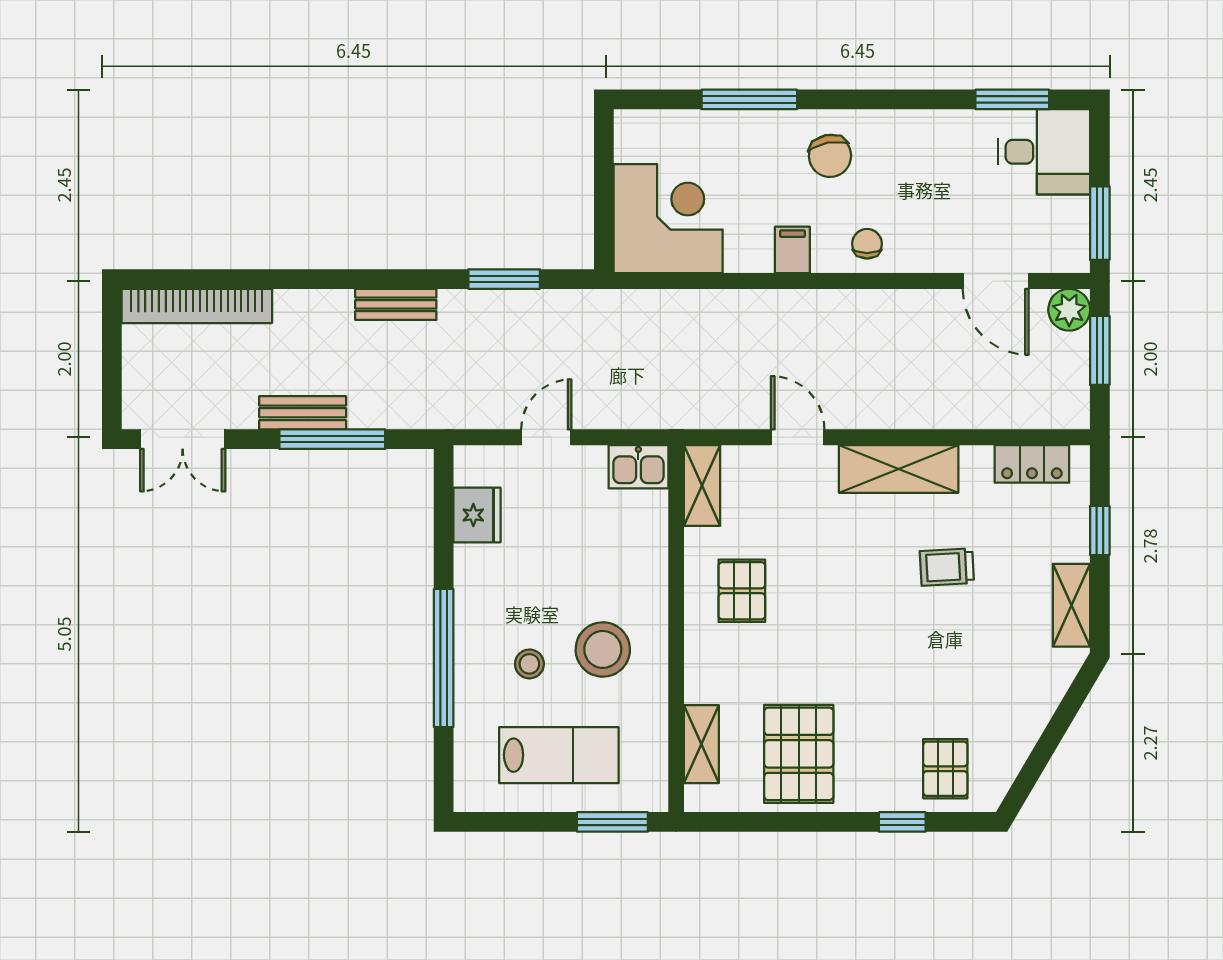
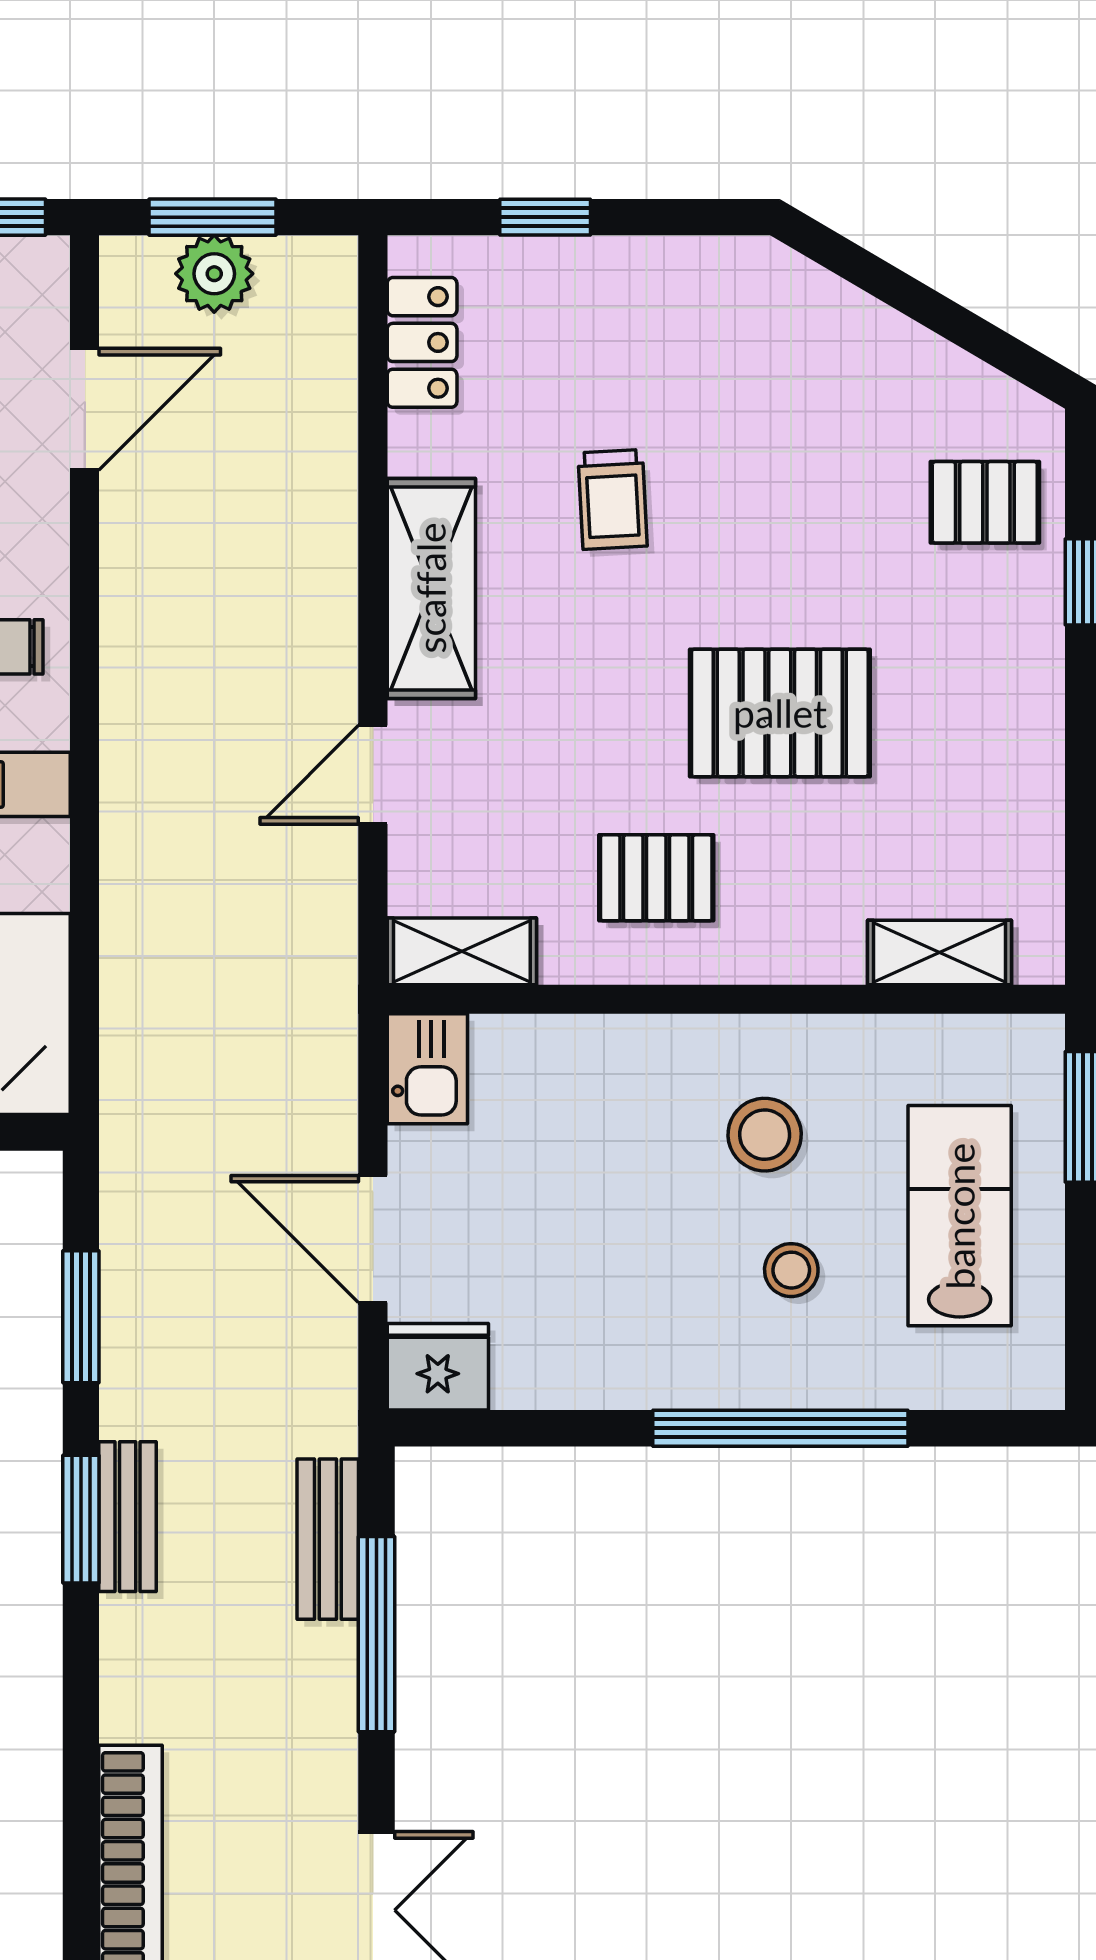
window: (394, 279) -> (81, 1519), added
plant: (1069, 310) -> (214, 274), moved
bench: (303, 413) -> (328, 1539), moved
door: (546, 437) -> (373, 1239), width x1.38
fridge: (477, 515) -> (438, 1367), moved
shelving: (1071, 605) -> (683, 270), removed
stool: (603, 649) -> (765, 1135), width x0.73, depth x0.73
pallet: (799, 754) -> (780, 713), moved

